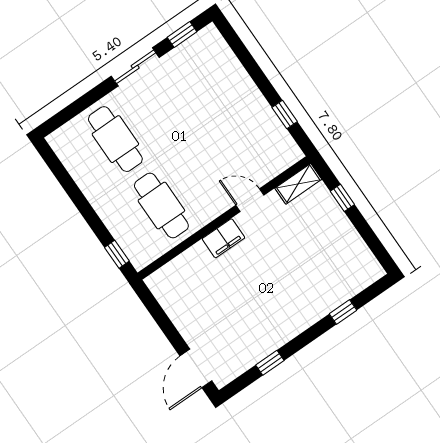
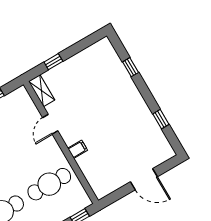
filing cabinet: (223, 238) -> (78, 149), width x0.50
door: (196, 368) -> (144, 179), moved

